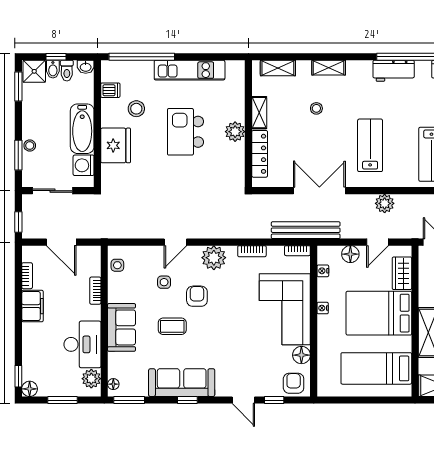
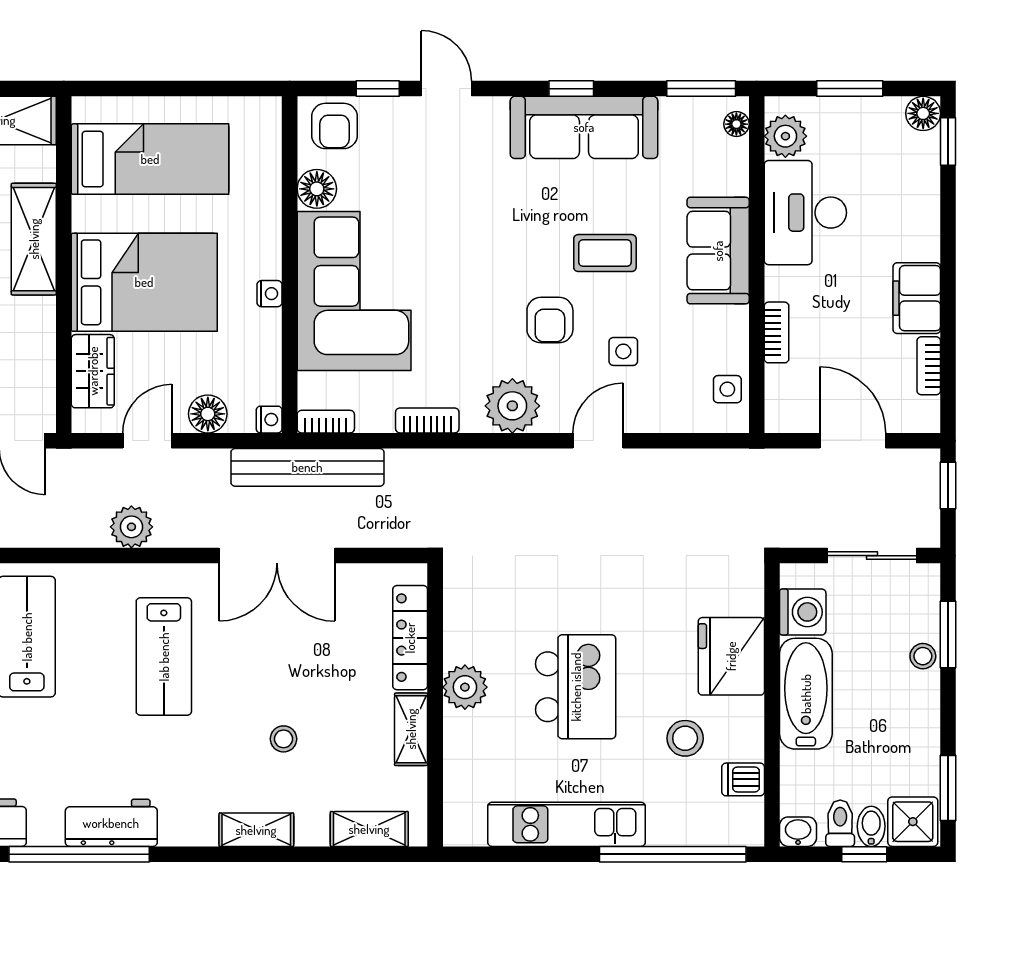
nightstand: (323, 271) -> (269, 420), moved

